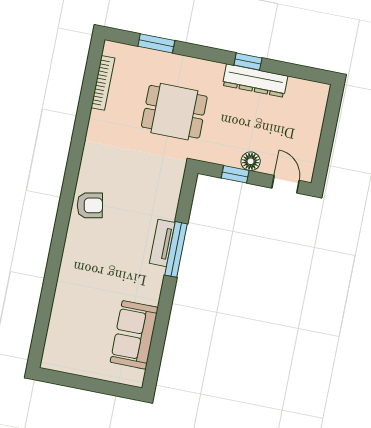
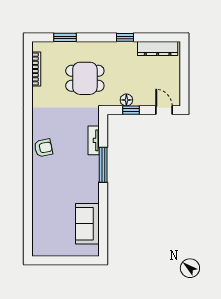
dresser: (255, 81) -> (158, 49), moved
floor lamp: (251, 161) -> (126, 100), moved
tv unit: (162, 243) -> (94, 140), moved

